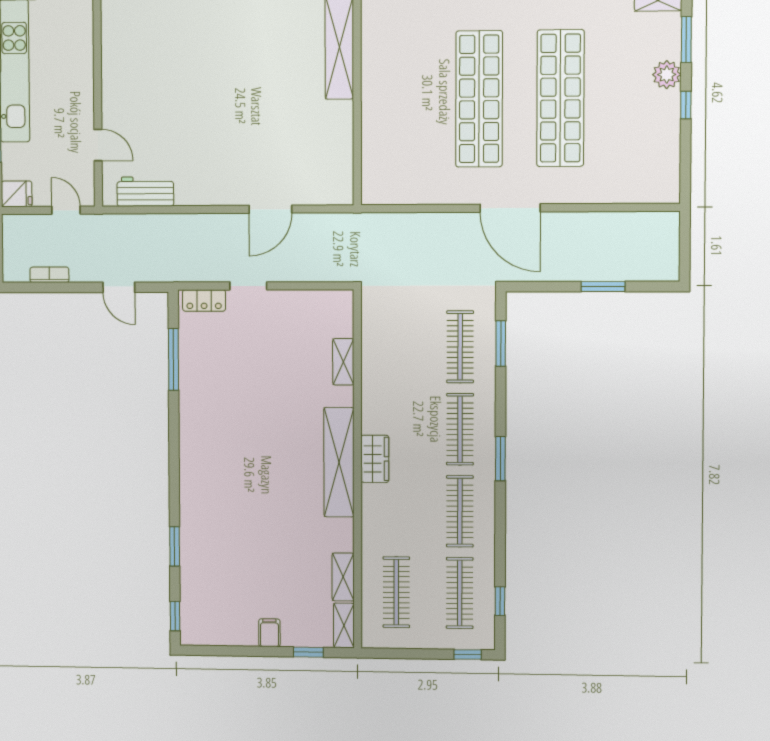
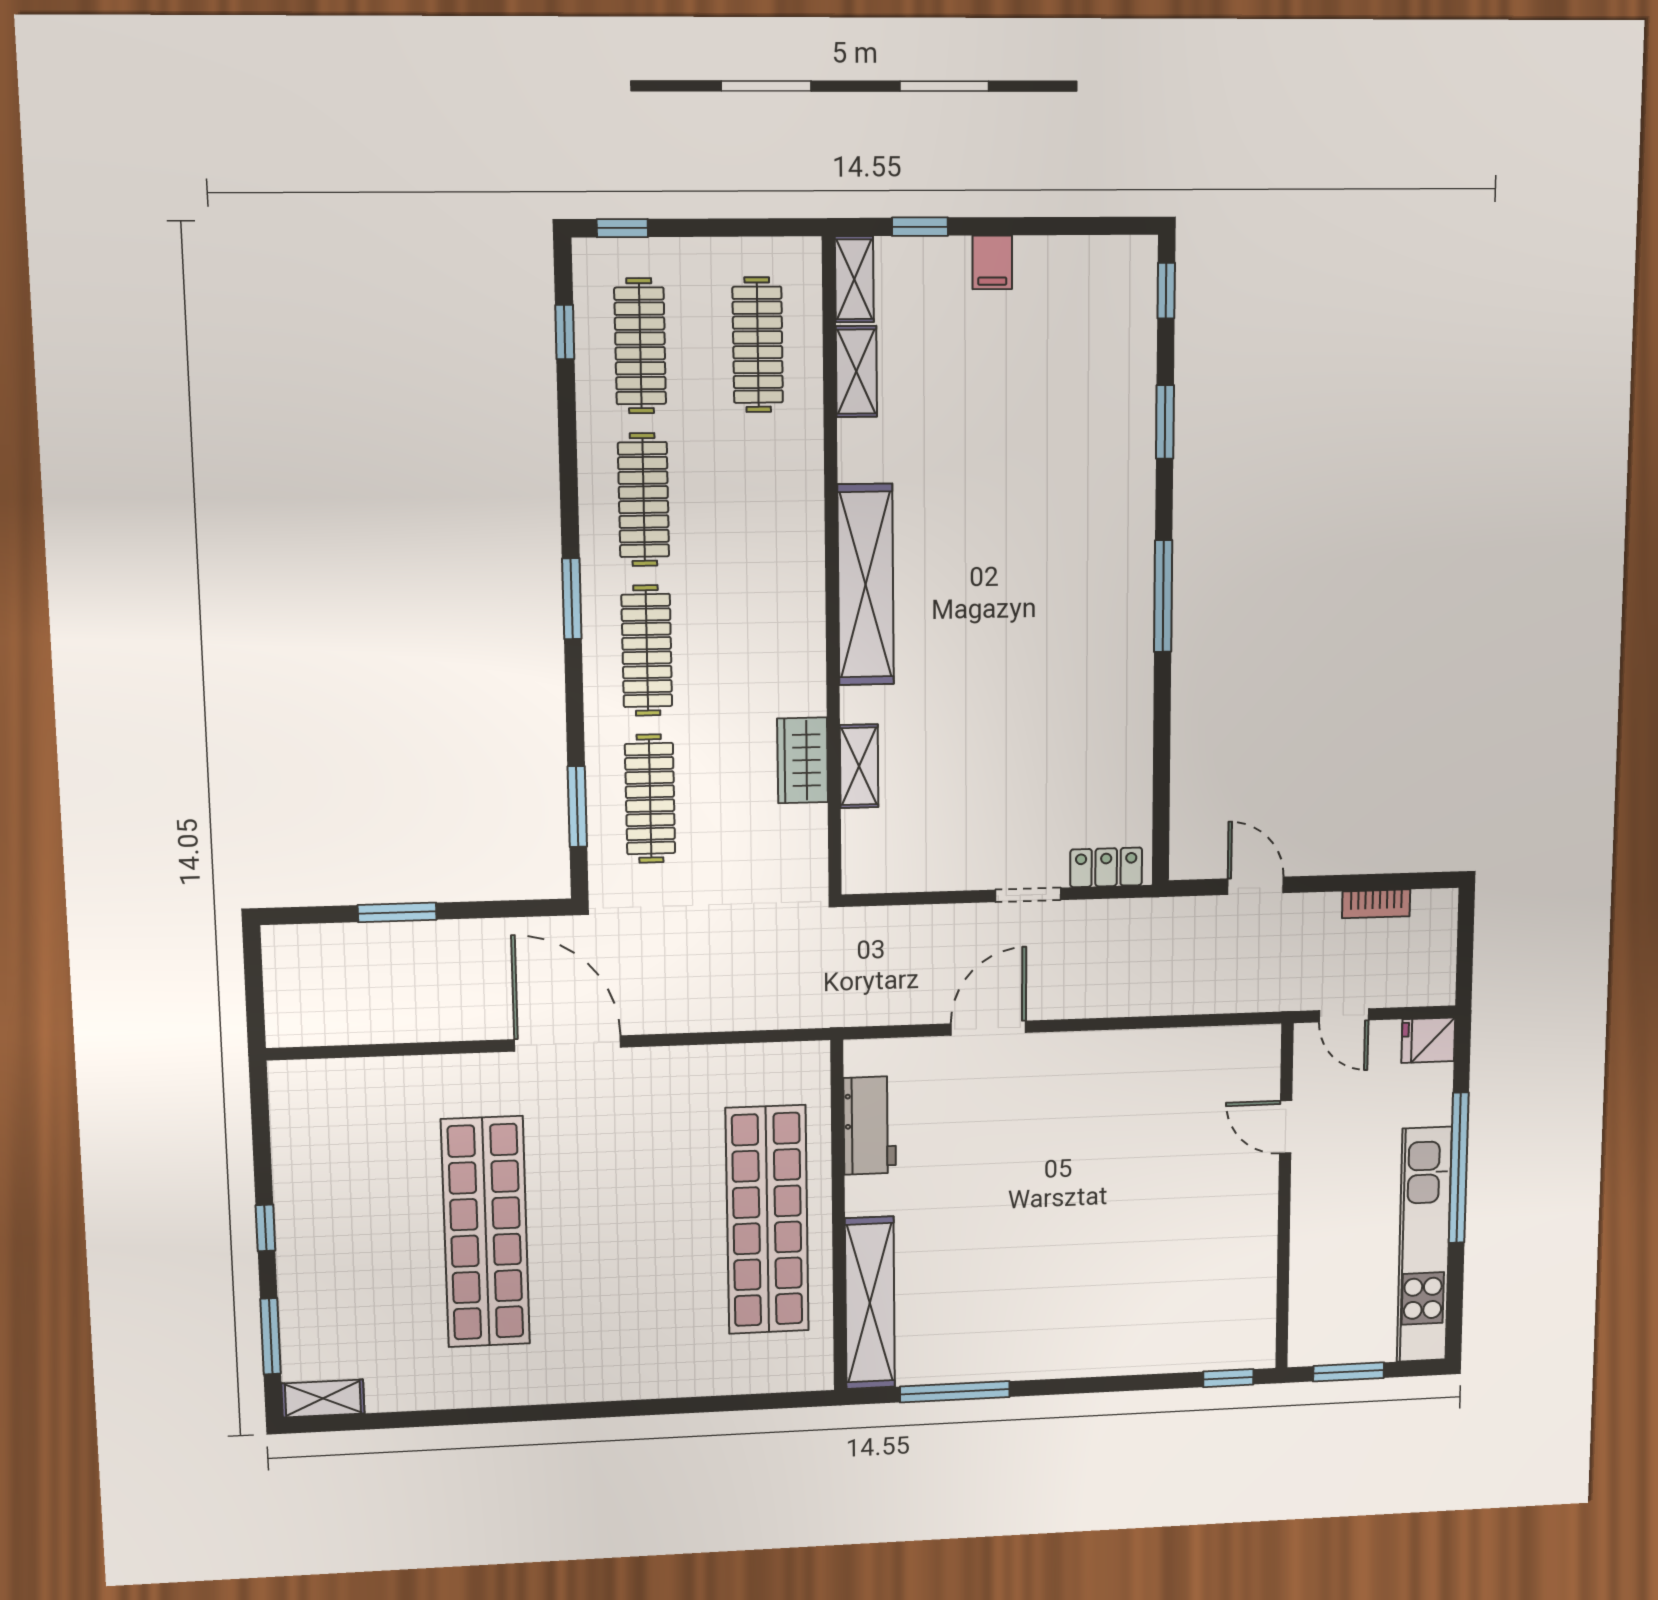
plant: (667, 75) -> (302, 1277), removed
shop shelf: (479, 99) -> (767, 1220), moved
workbench: (145, 192) -> (870, 1125), moved, turned -90
window: (174, 359) -> (1163, 596), moved
wardrobe: (375, 459) -> (803, 760), moved

